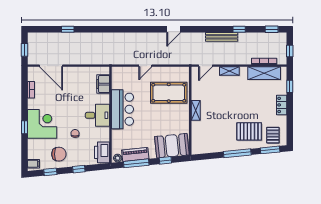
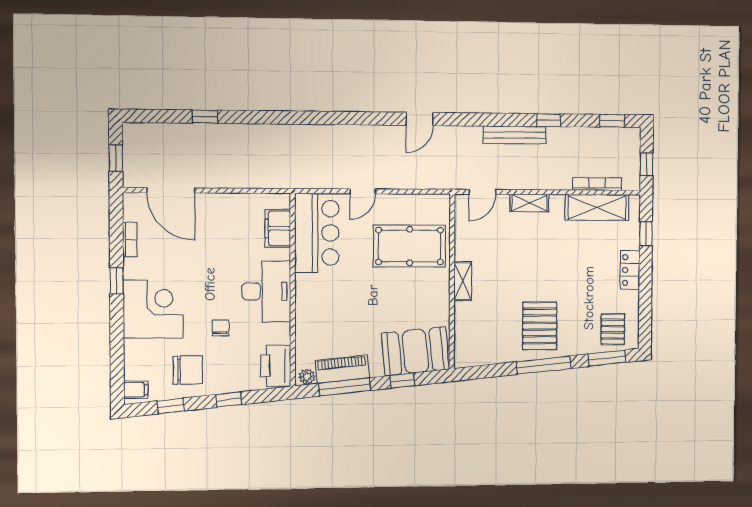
bar counter: (122, 109) -> (317, 233), moved
desk: (97, 115) -> (266, 291), width x1.37
window: (25, 127) -> (117, 281), moved
pallet: (249, 131) -> (540, 326), moved, turned 90

